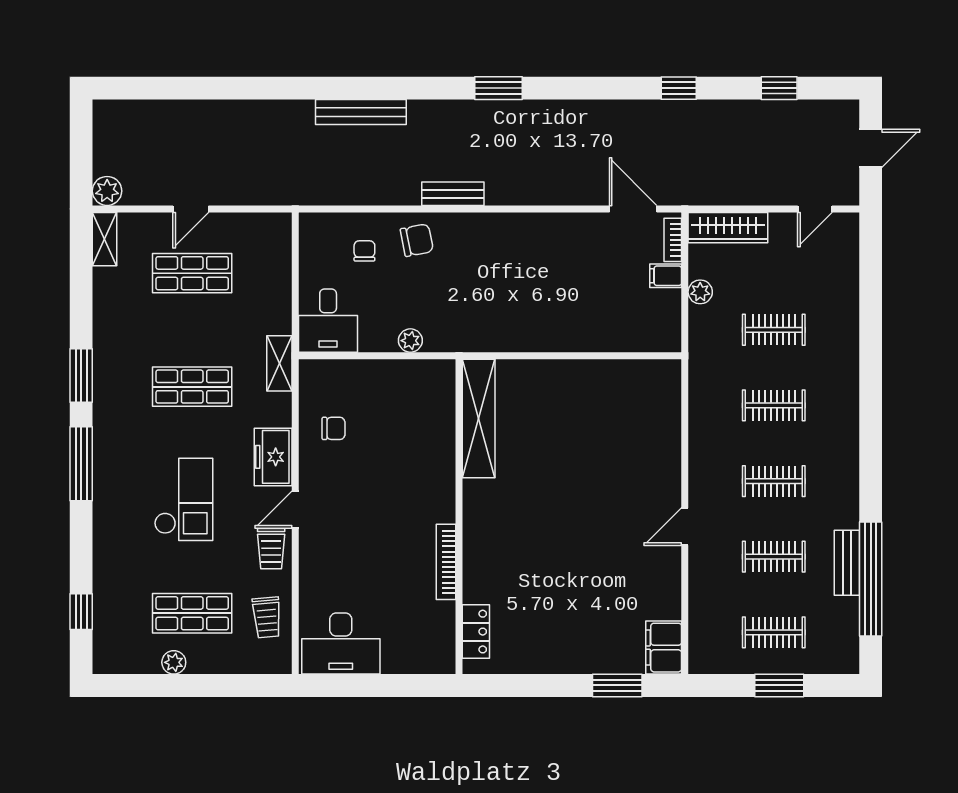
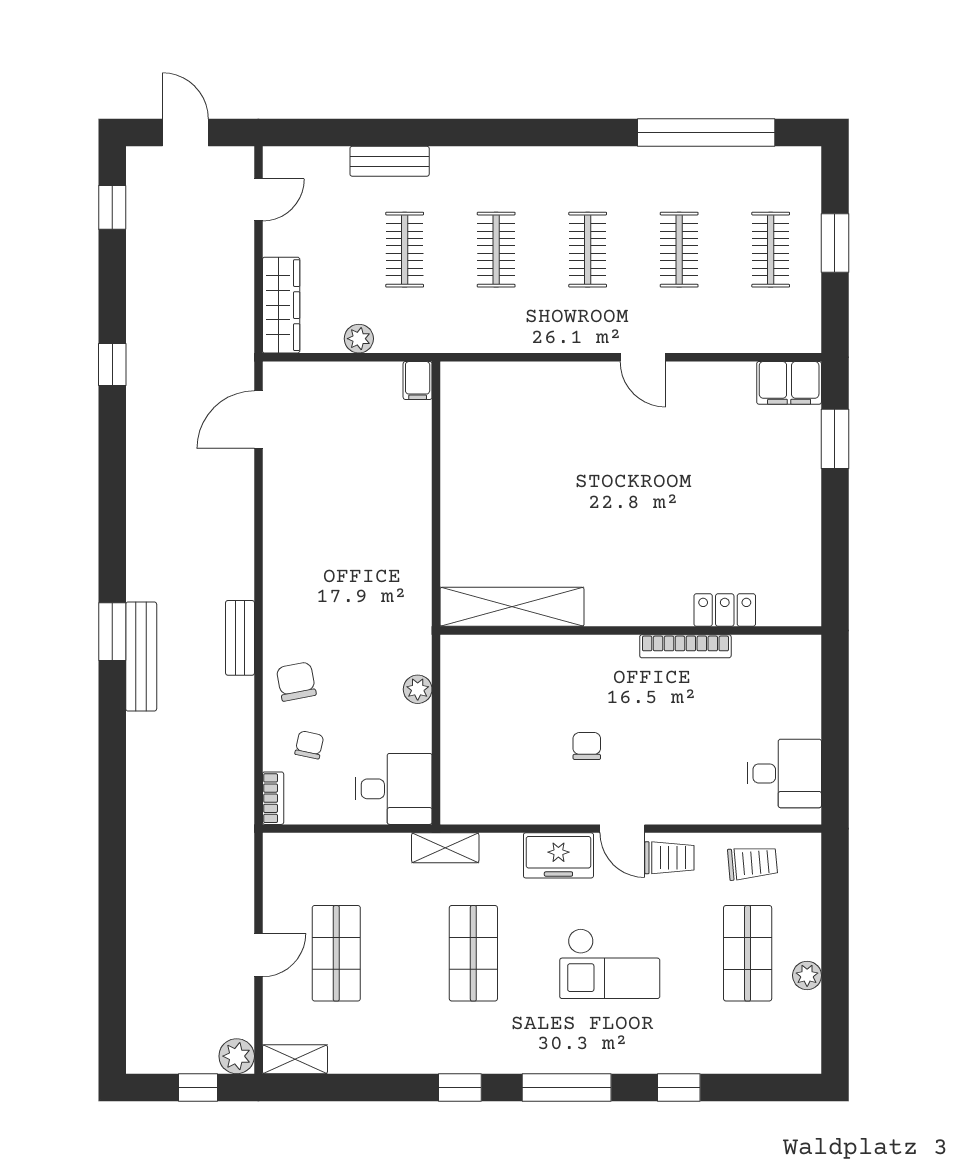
window: (499, 88) -> (112, 632), moved
window: (779, 88) -> (112, 207), moved
bench: (361, 112) -> (141, 657), moved
window: (81, 159) -> (198, 1088), added
door: (191, 209) -> (258, 955), hinge flipped
door: (815, 209) -> (258, 200), hinge flipped
bookcase: (673, 240) -> (273, 798), moved, turned -90
chair: (364, 251) -> (309, 745), turned 102
filing cabinet: (666, 276) -> (418, 380), moved
window: (81, 375) -> (460, 1088), width x0.67
chair: (334, 428) -> (587, 746), moved
checkout: (184, 499) -> (610, 964), turned 180
bench: (847, 563) -> (390, 161), moved
window: (81, 612) -> (679, 1088), moved
locker: (476, 632) -> (725, 610), moved
desk: (341, 644) -> (784, 773), width x0.73

